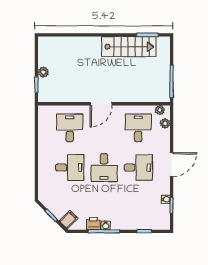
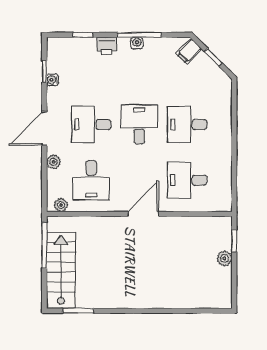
stairs: (129, 47) -> (61, 270), moved, turned 90
plant: (165, 123) -> (54, 162), moved
desk: (70, 128) -> (187, 180), turned 90
printer: (93, 224) -> (107, 46), moved

